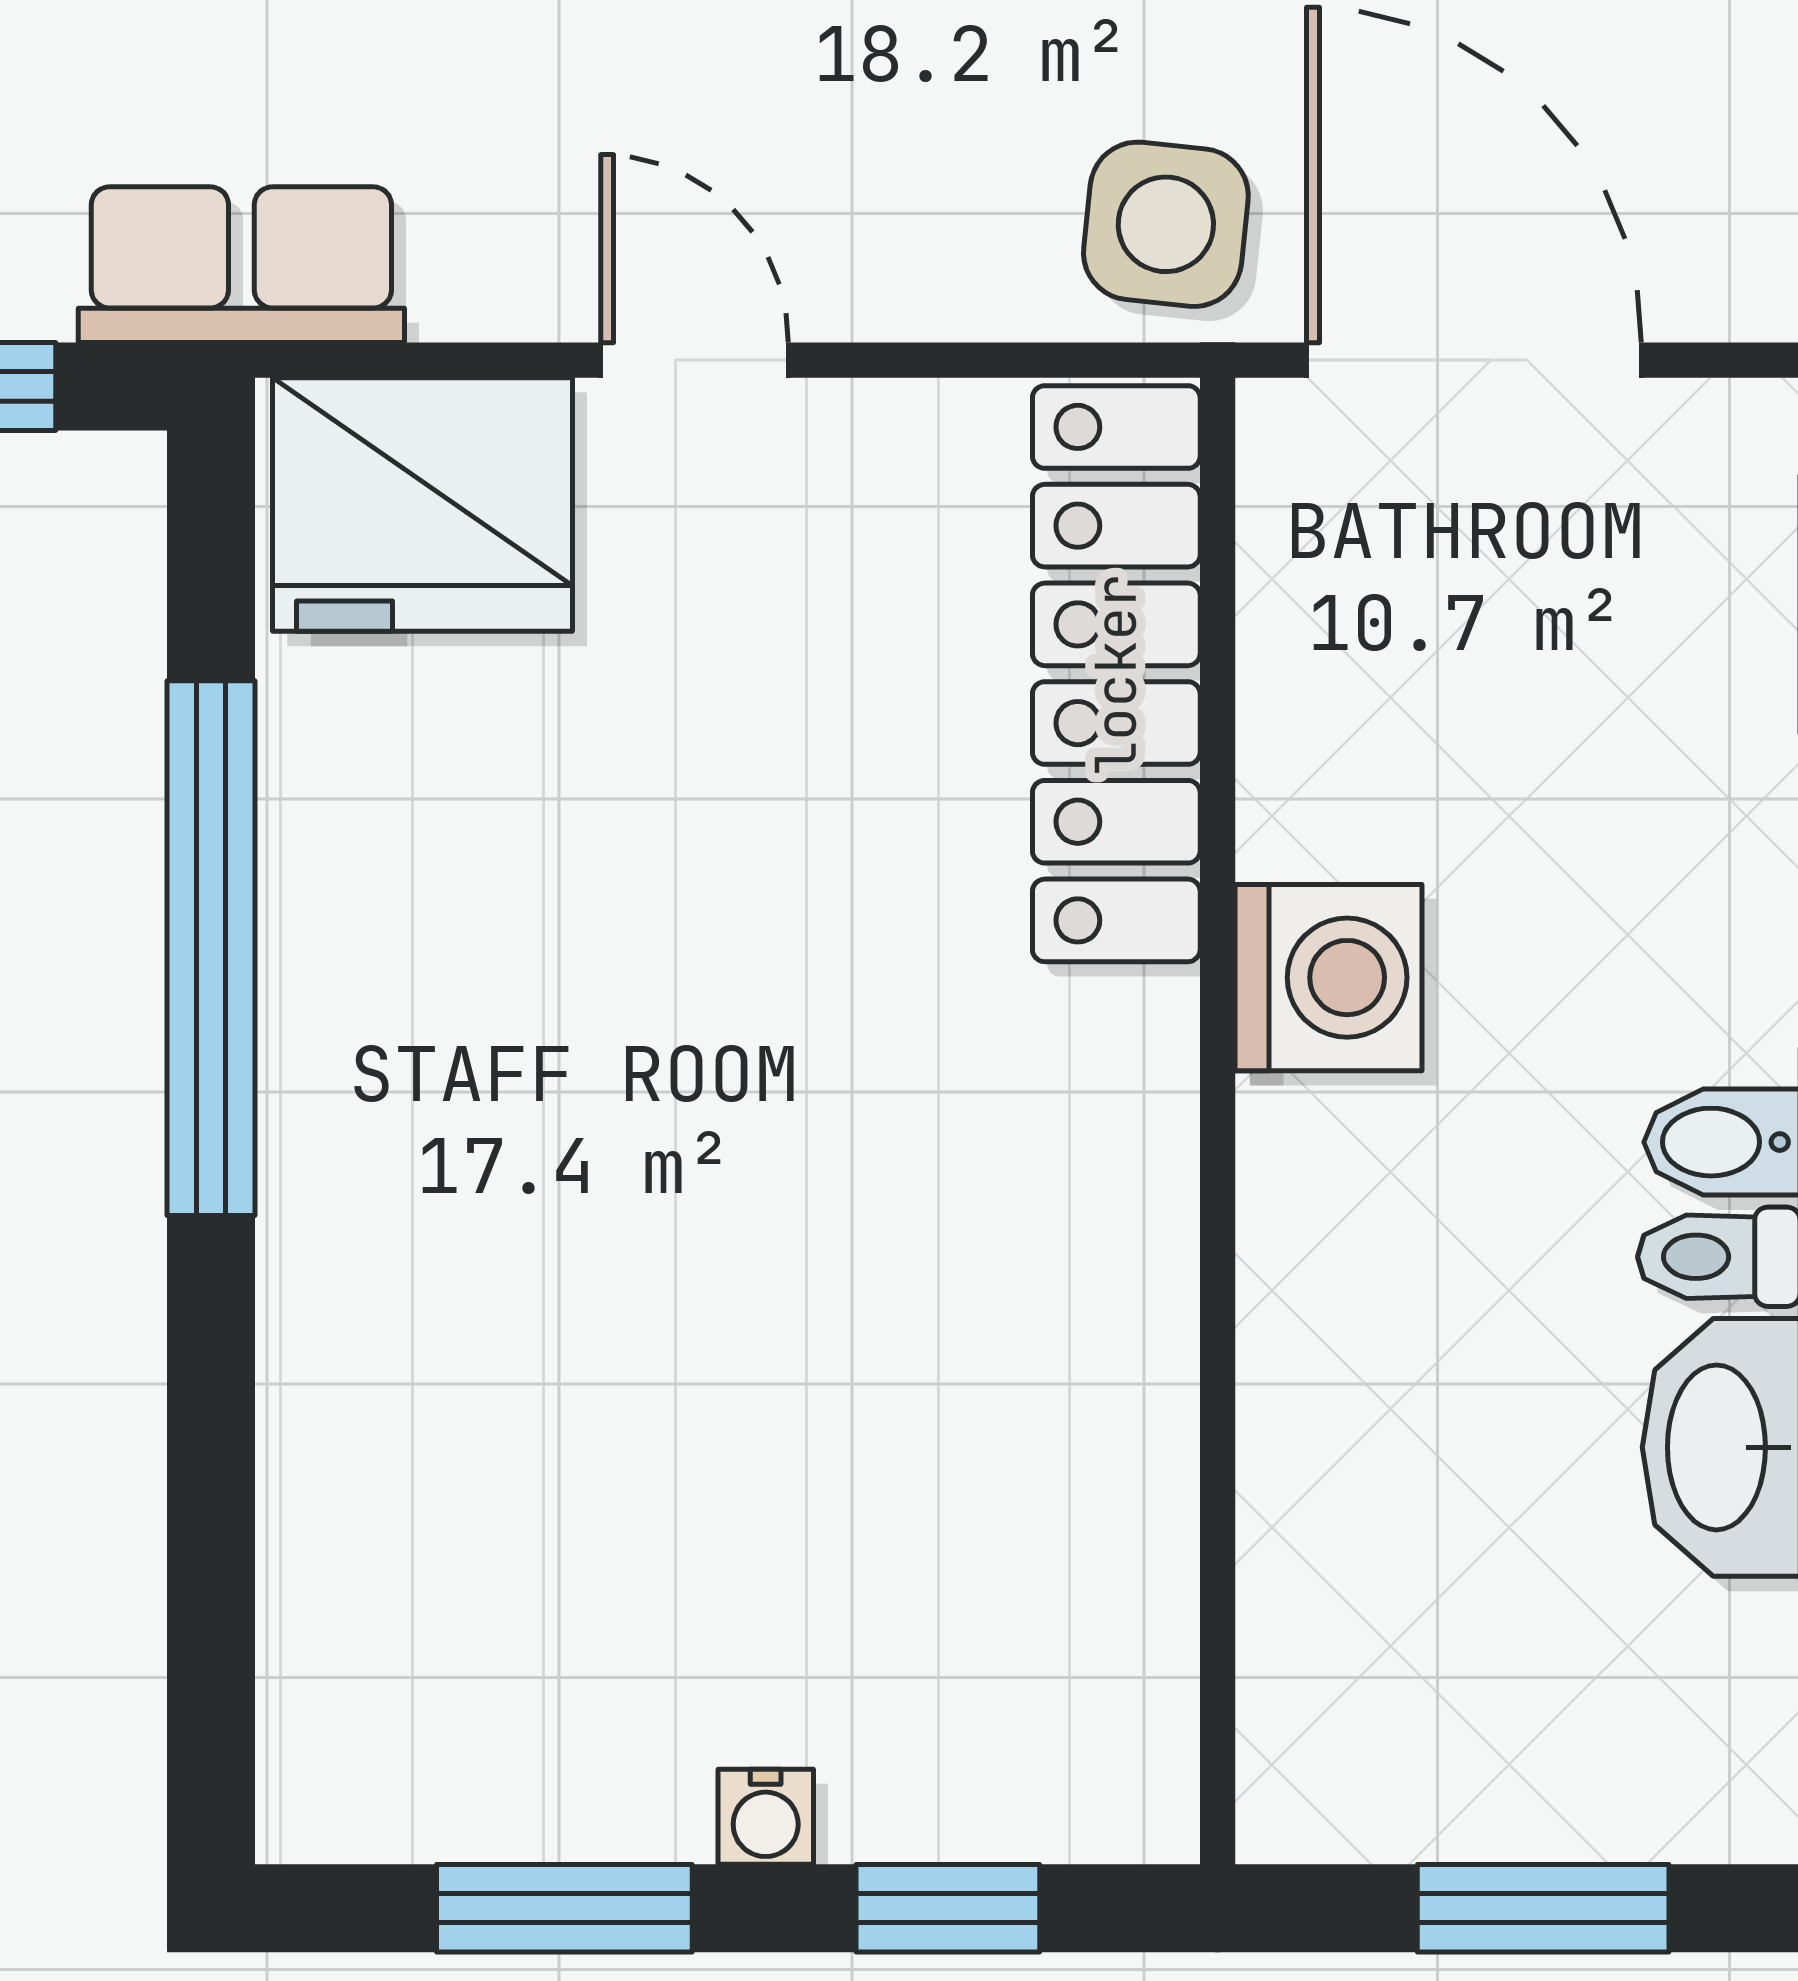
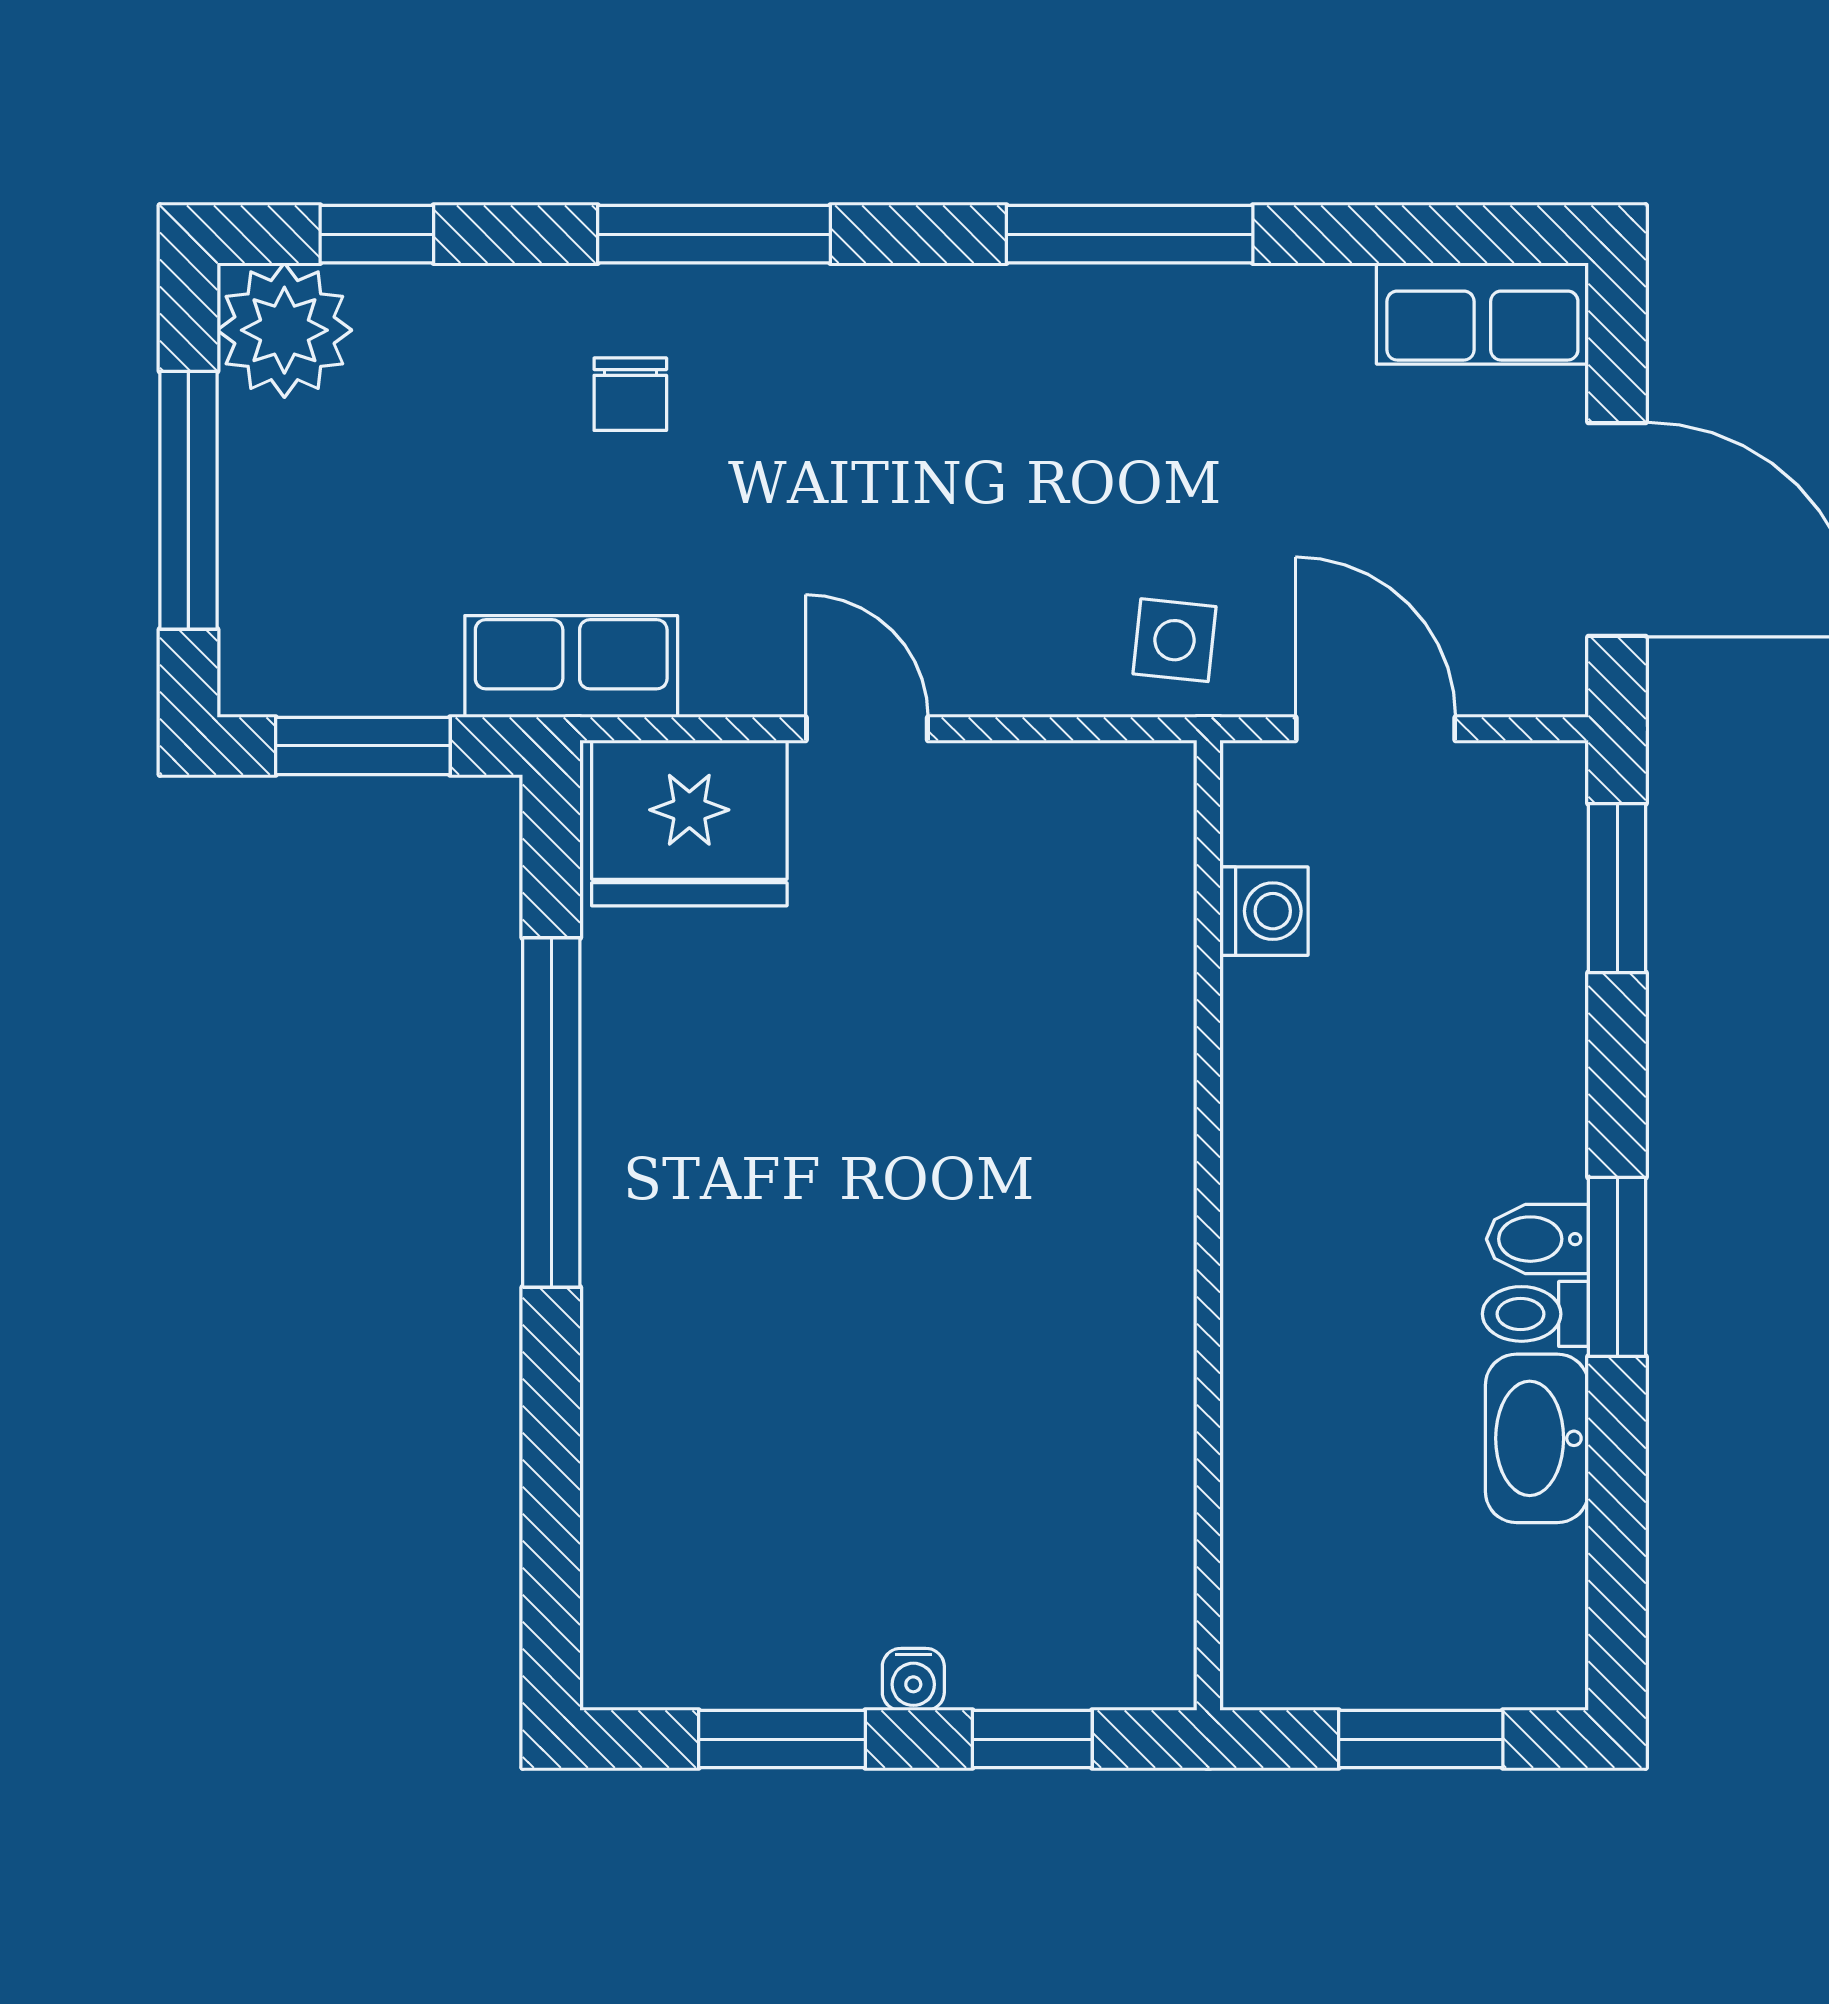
side table: (1166, 224) -> (1175, 640), width x0.73, depth x0.73
door: (1474, 360) -> (1376, 729), width x0.73
locker: (1116, 674) -> (1142, 933), removed
washing machine: (1328, 978) -> (1264, 911), moved, width x0.73, depth x0.73

